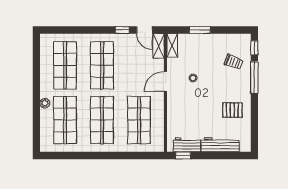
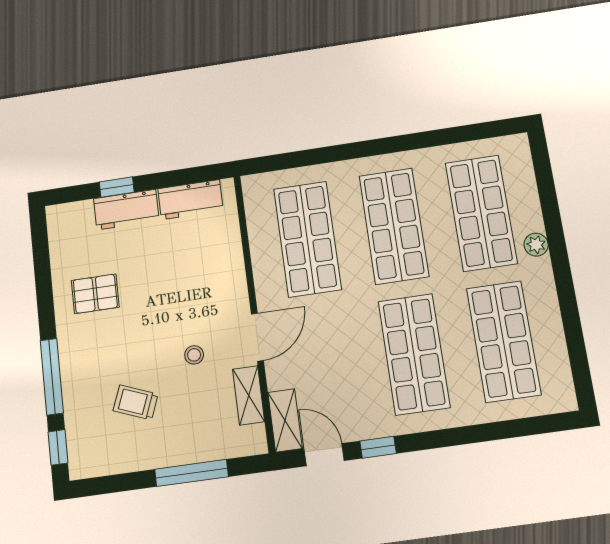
window: (200, 30) -> (192, 473), width x1.44
shelving: (172, 45) -> (249, 395), moved
trolley: (234, 62) -> (135, 402), moved
workbench: (220, 145) -> (126, 210), width x0.73
window: (183, 155) -> (117, 187), moved

